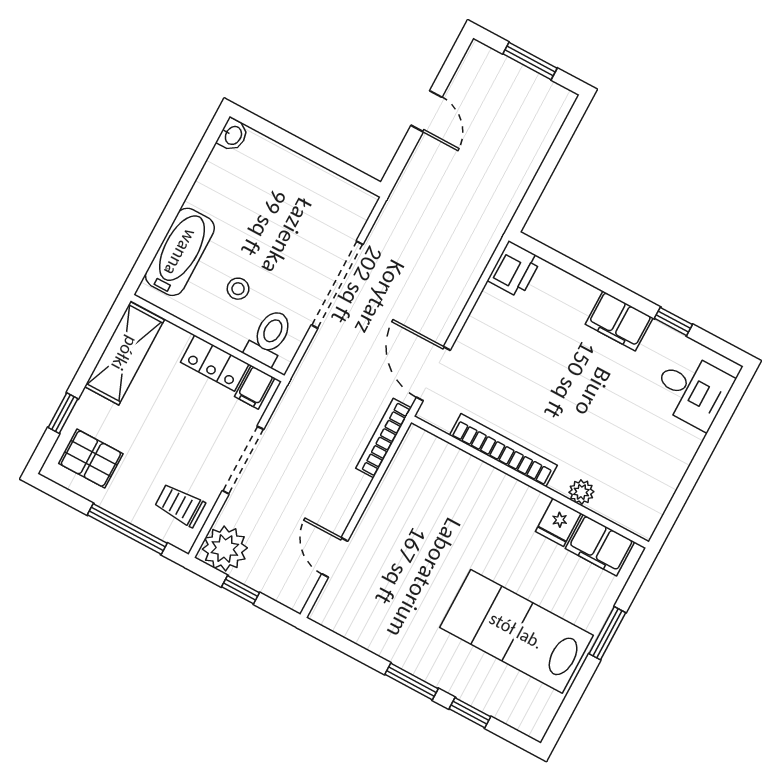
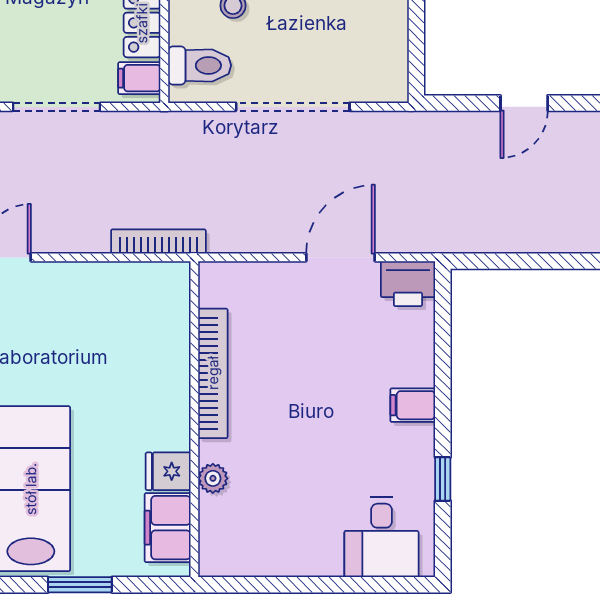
filing cabinet: (619, 321) -> (413, 405), width x0.50
door: (433, 374) -> (340, 257), moved

